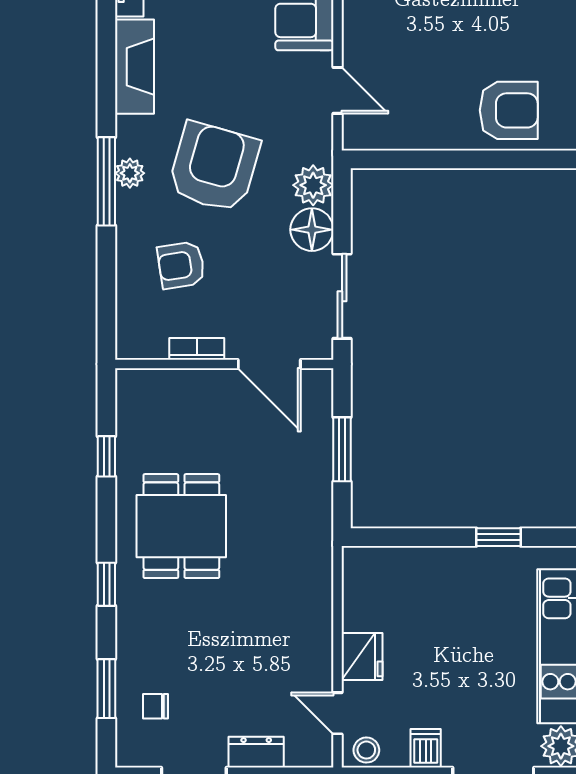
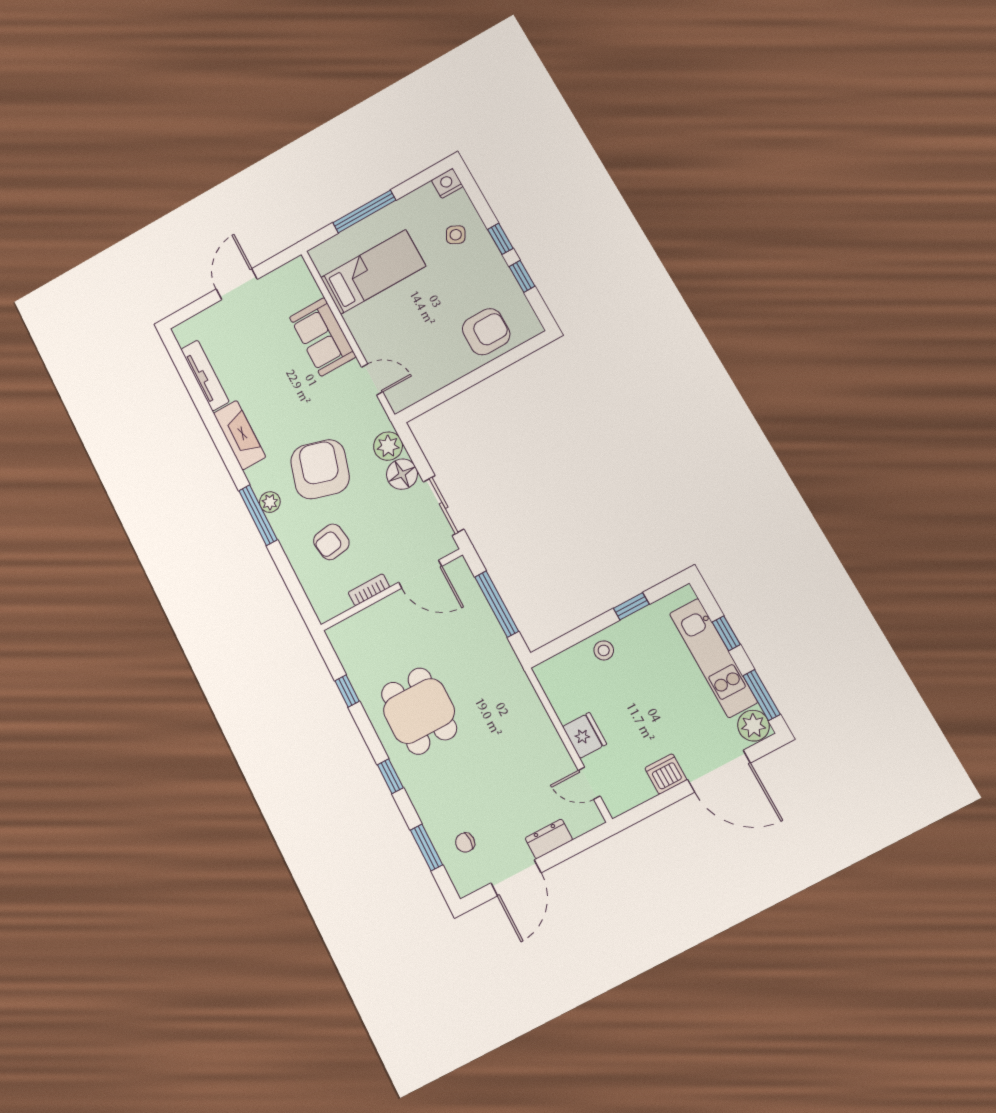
window: (342, 449) -> (497, 604), width x1.44
dishwasher: (426, 748) -> (666, 774), width x1.38
stool: (366, 750) -> (604, 650), moved

